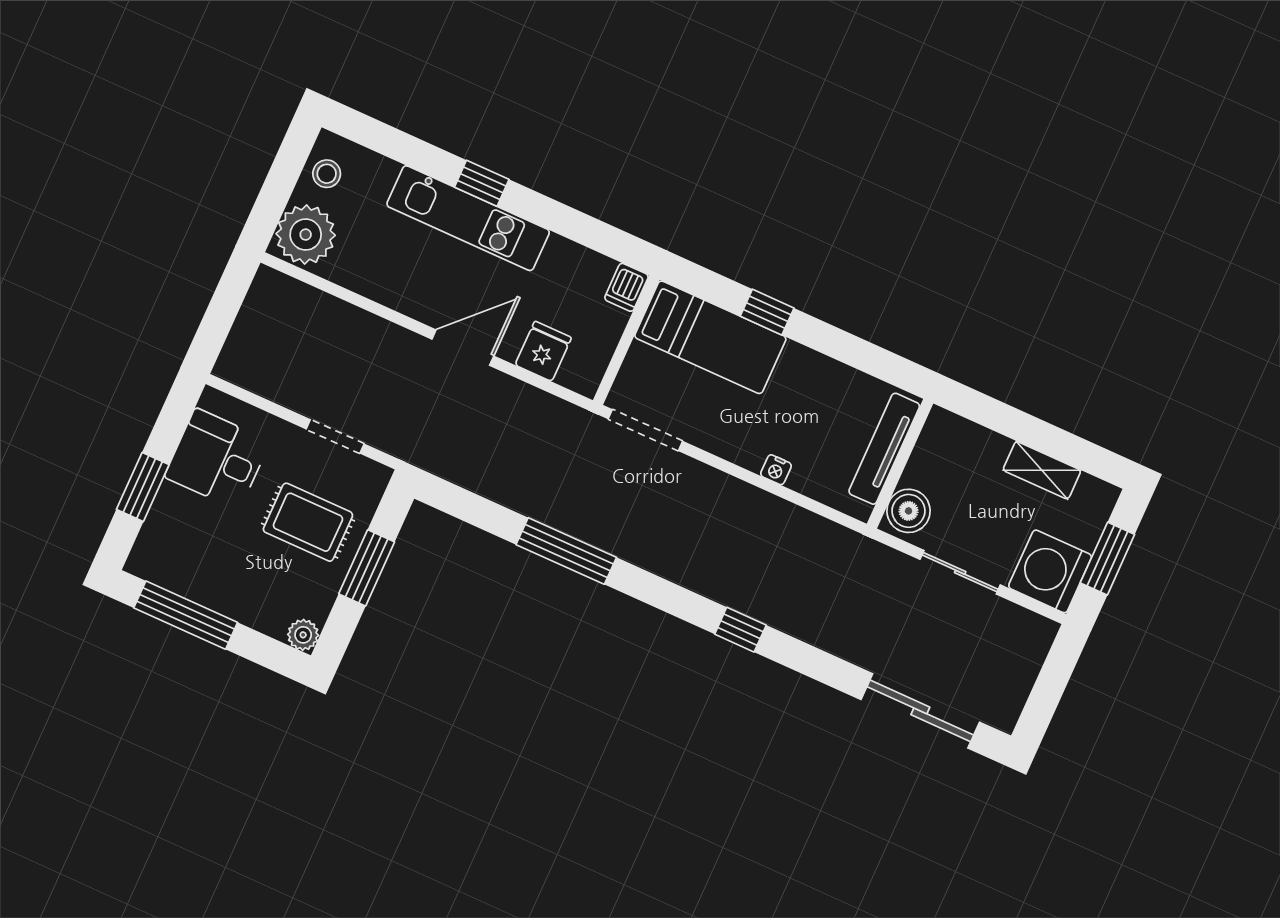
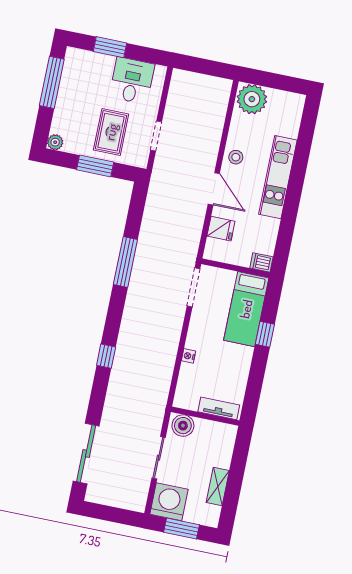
stool: (327, 174) -> (236, 157), moved
window: (482, 183) -> (297, 180), removed
tv unit: (884, 449) -> (219, 408), width x0.71

